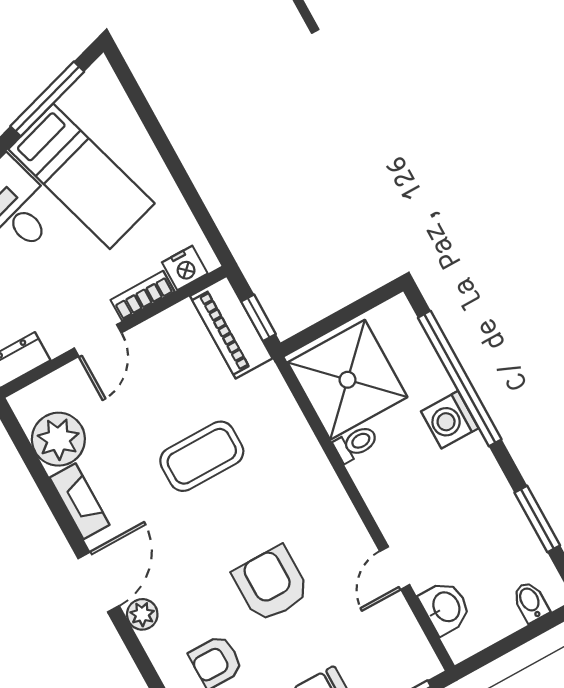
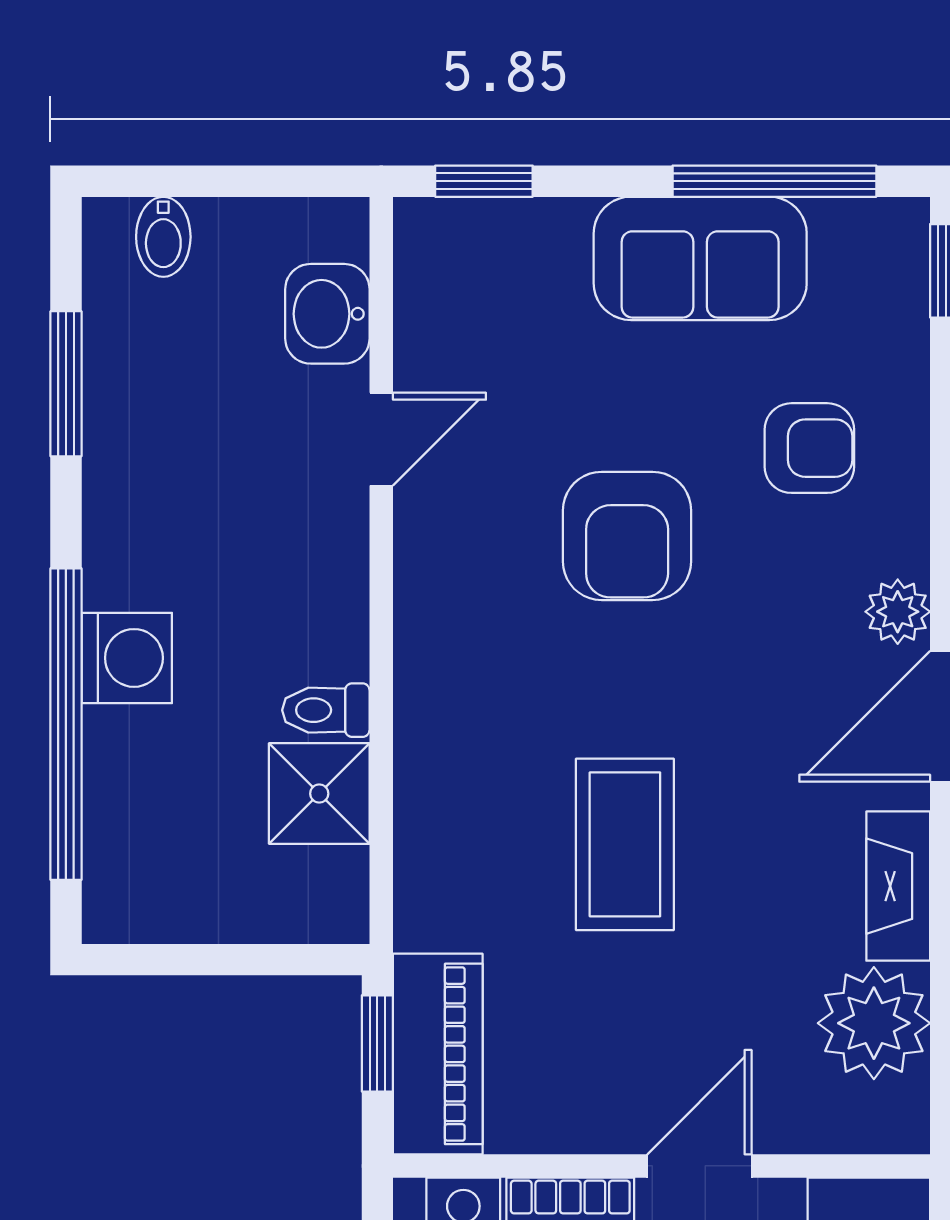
shower: (347, 380) -> (319, 794), width x0.54, depth x0.54
coffee table: (202, 456) -> (625, 844), turned 90

